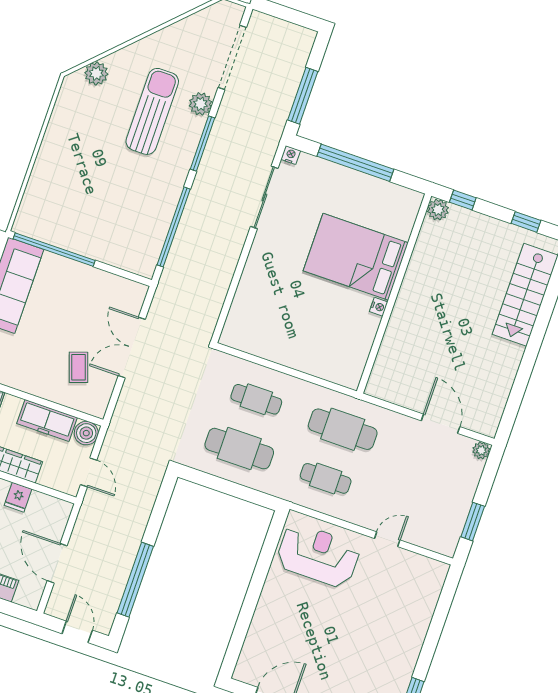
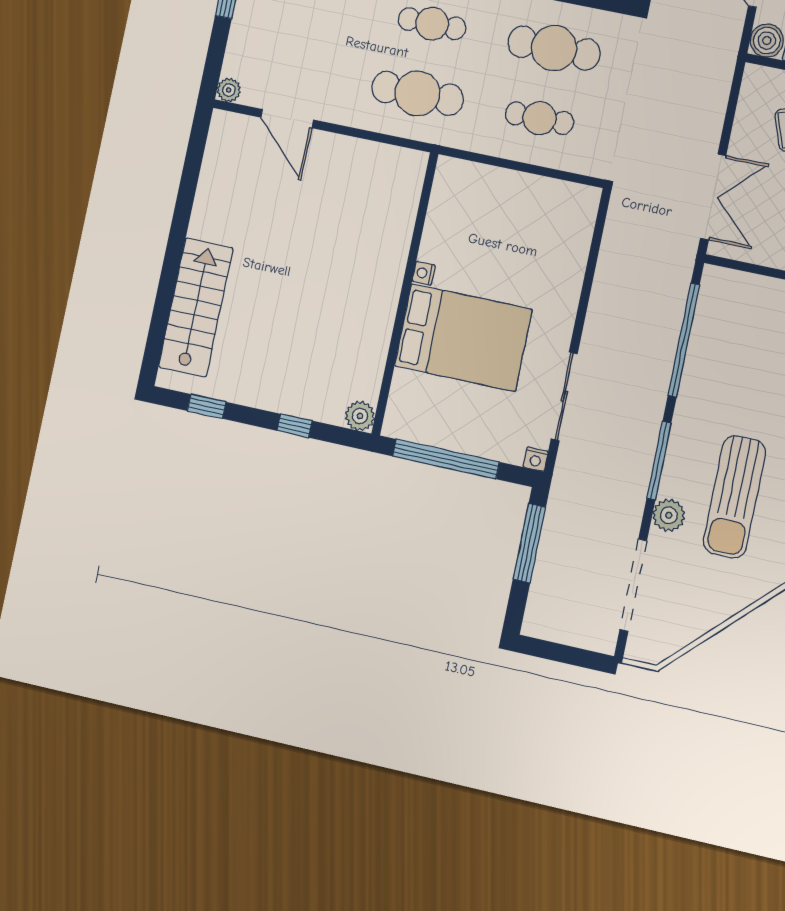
plant: (438, 210) -> (360, 416), moved
bed: (356, 257) -> (463, 338), moved
wall: (394, 294) -> (405, 294), moved
nightstand: (379, 307) -> (424, 273), moved
double door: (132, 347) -> (713, 197), moved

